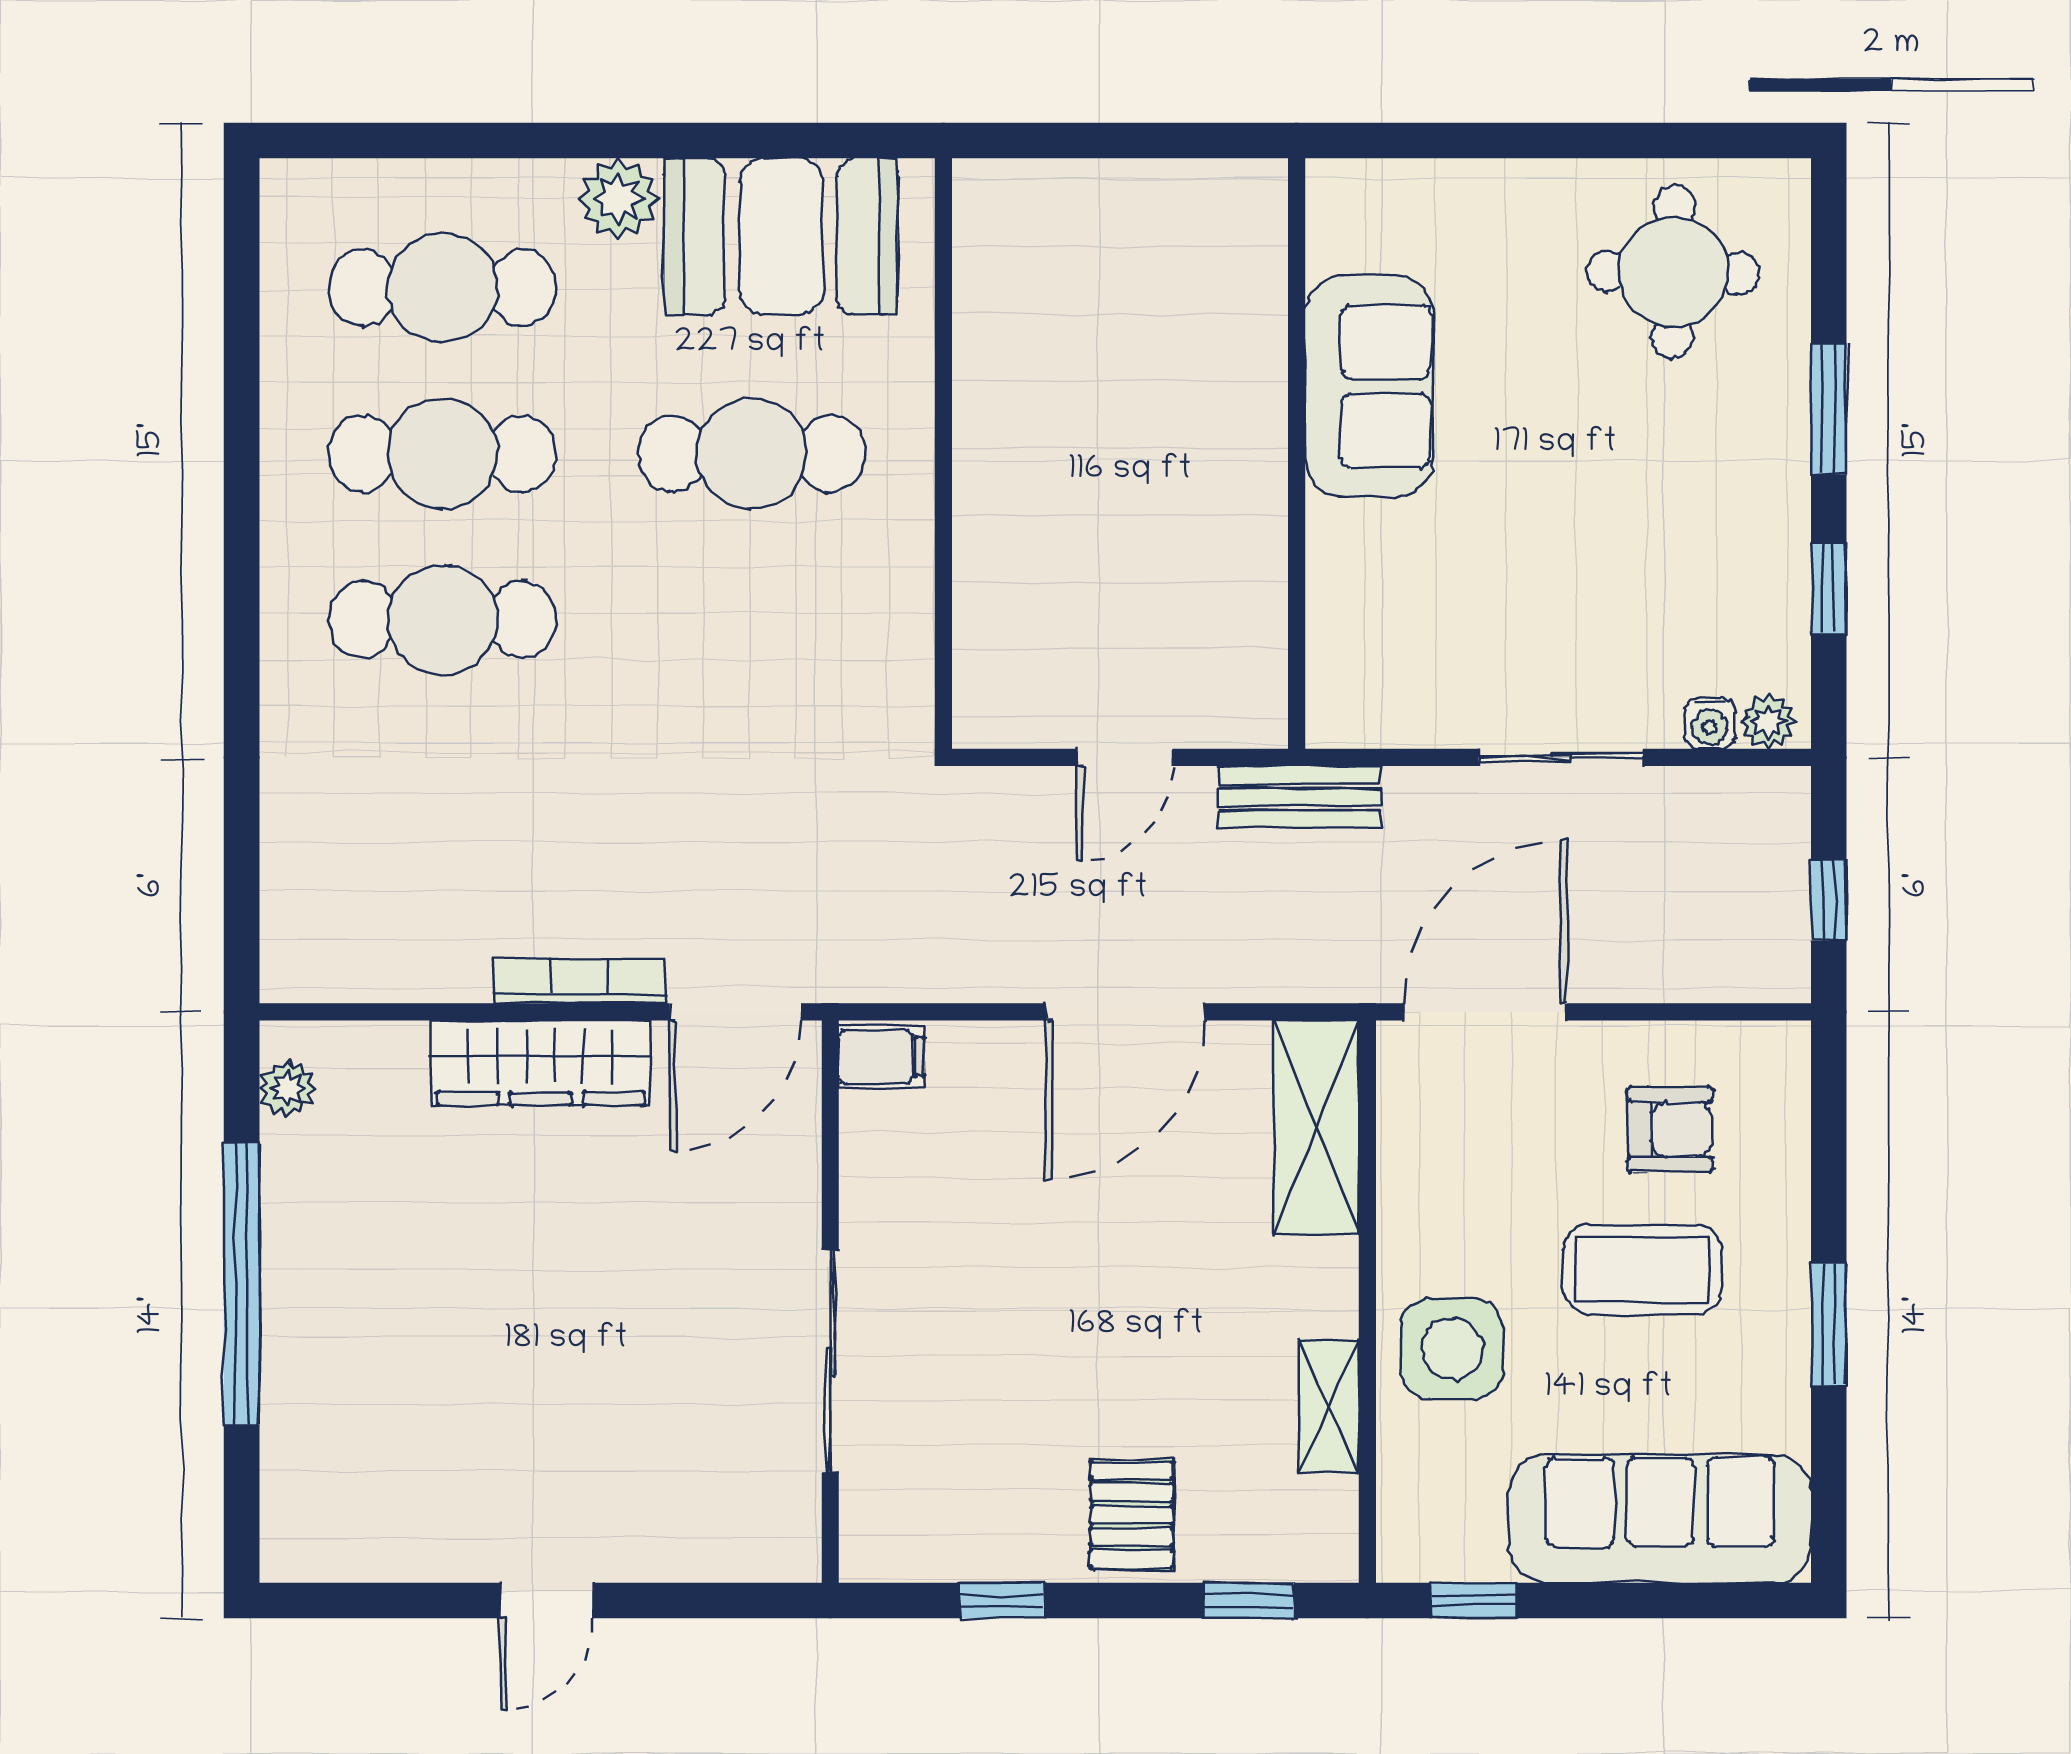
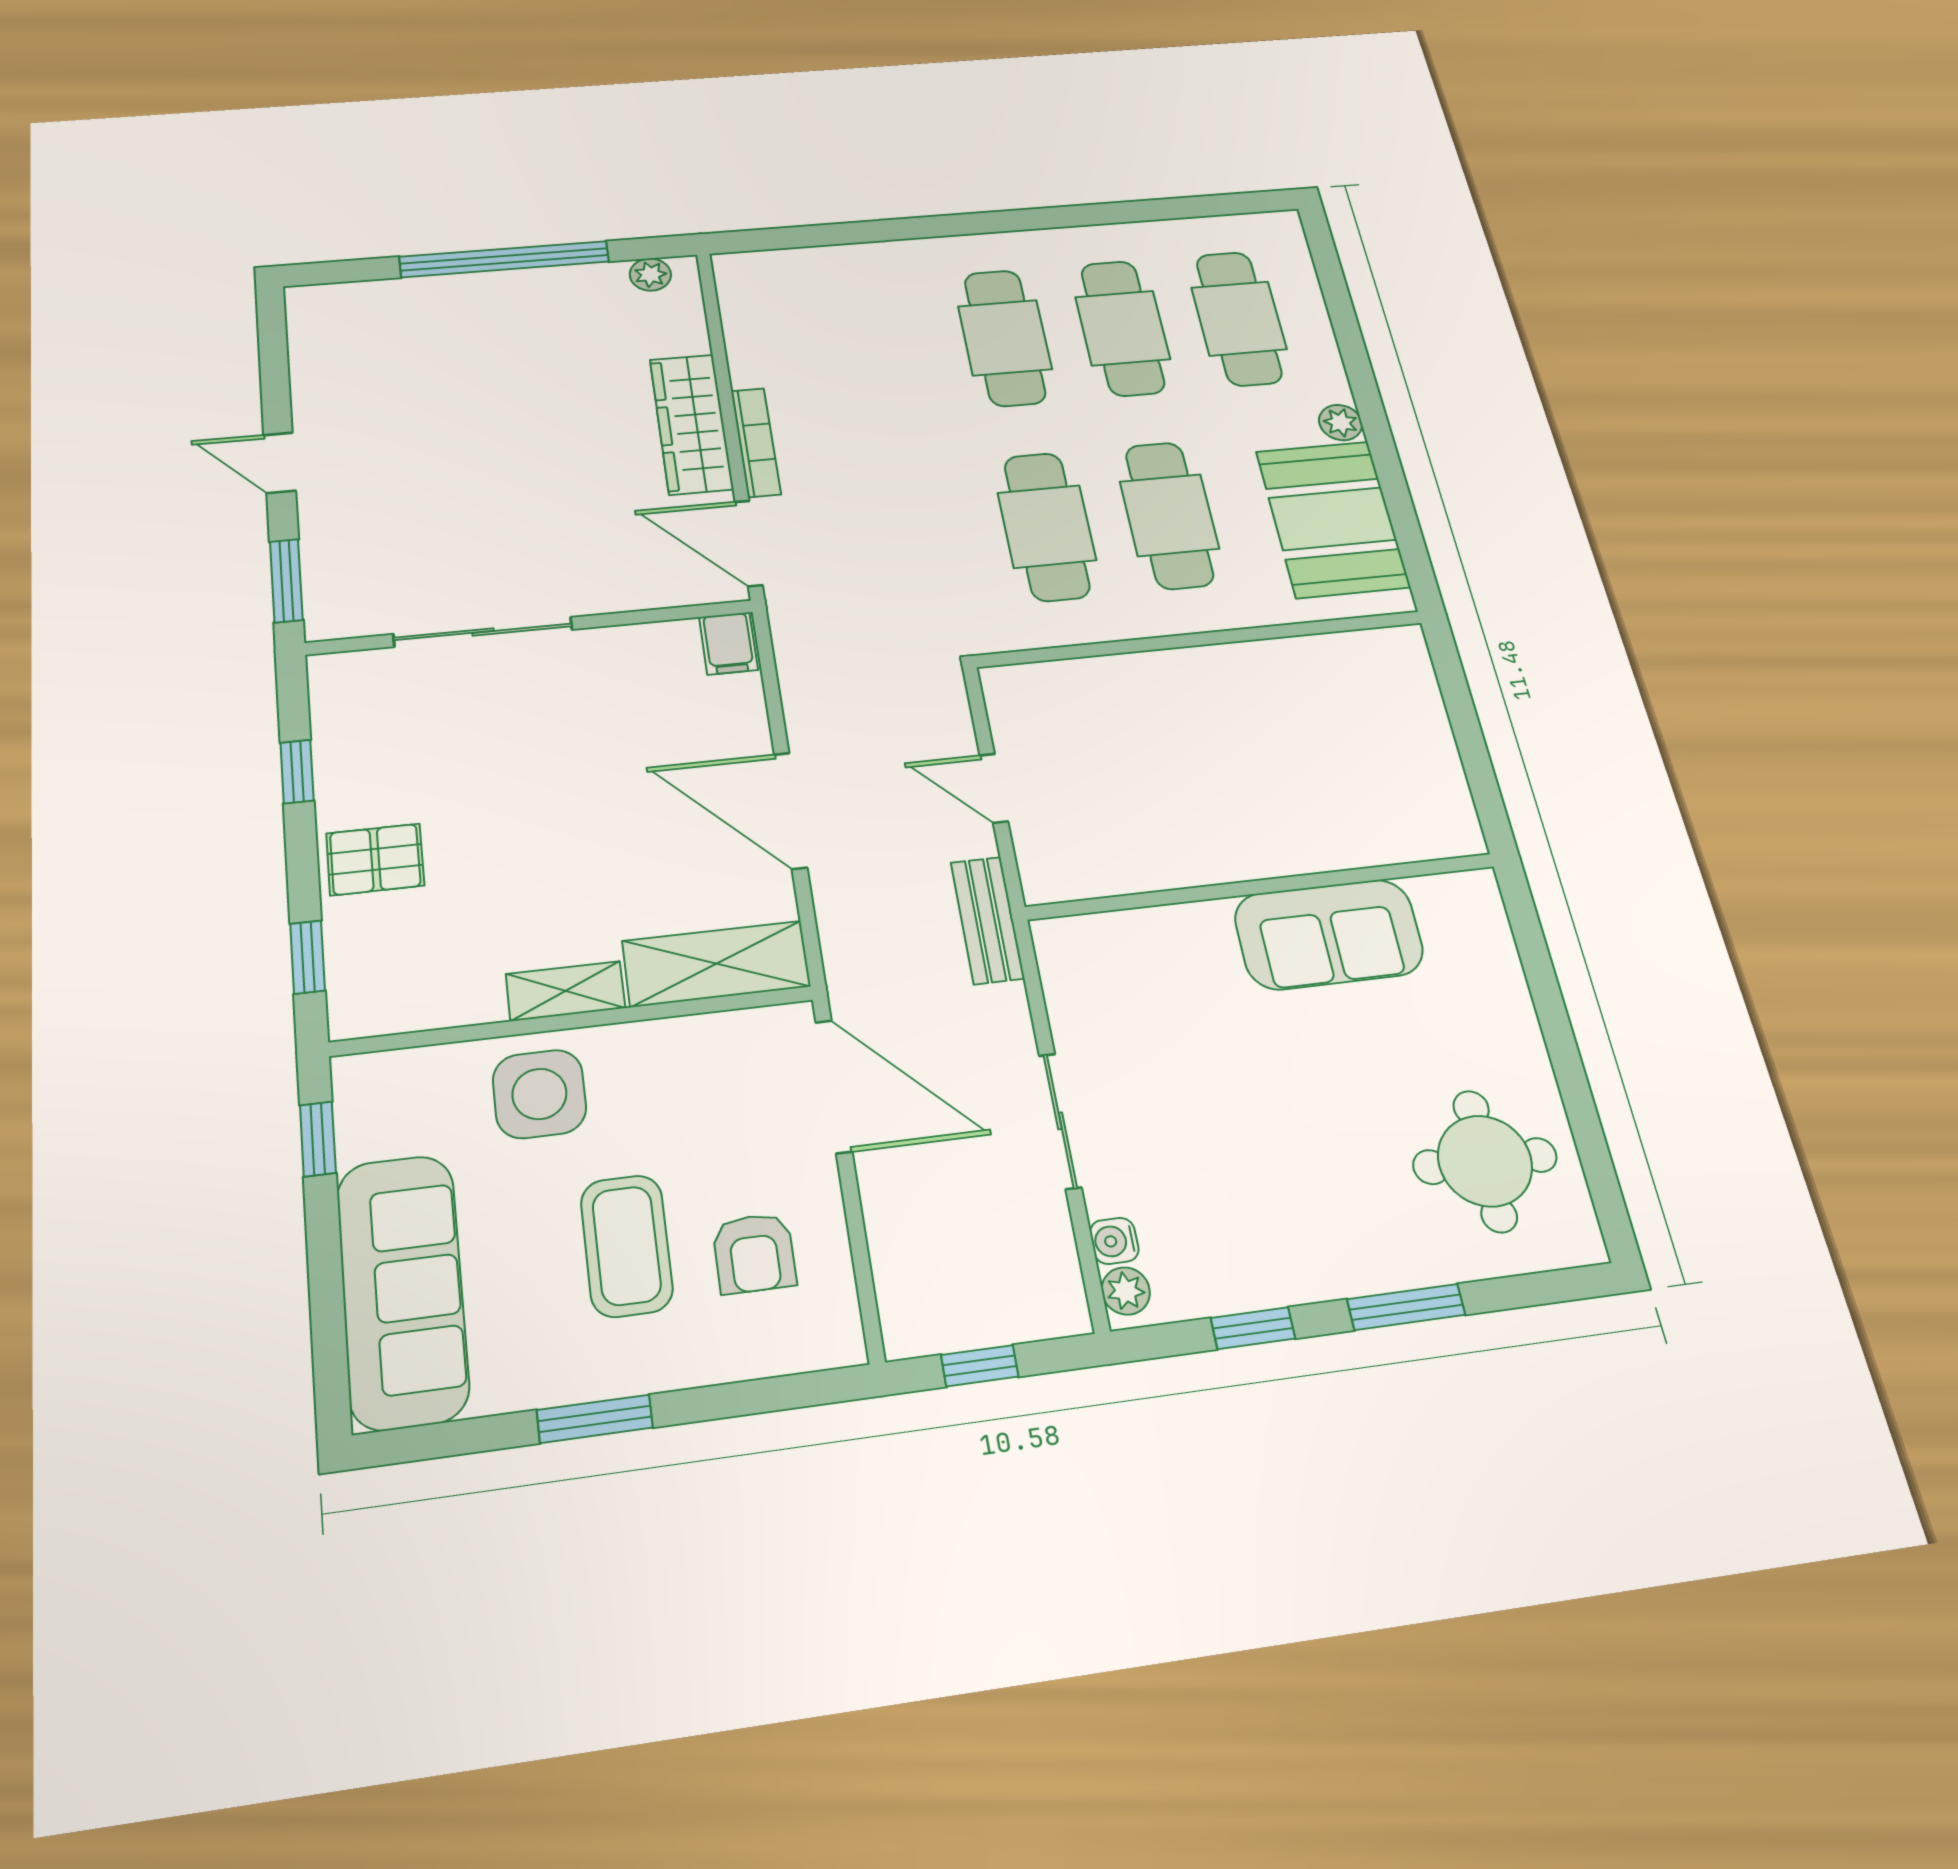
plant: (619, 199) -> (1341, 423), width x0.73, depth x0.73
cafe table: (752, 619) -> (1047, 526), added
shelving: (1329, 1406) -> (565, 991), moved
window: (728, 1600) -> (286, 581), added

